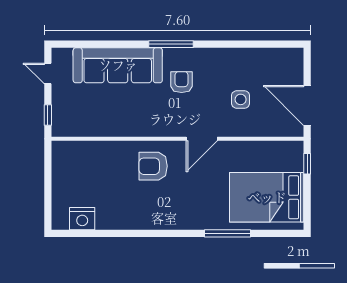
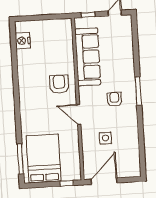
sofa: (118, 65) -> (88, 57), moved, turned 180
armchair: (182, 82) -> (114, 99), turned -90
window: (228, 233) -> (20, 159), moved

